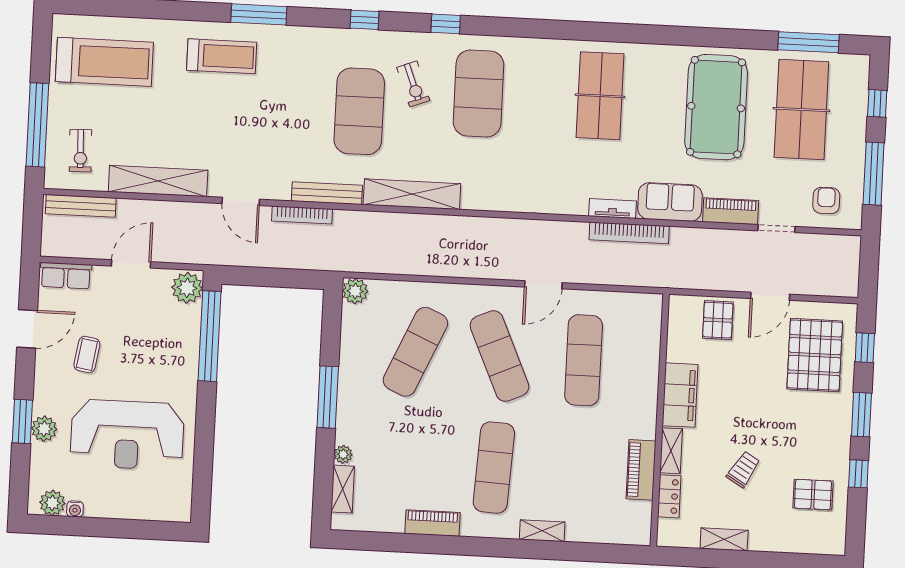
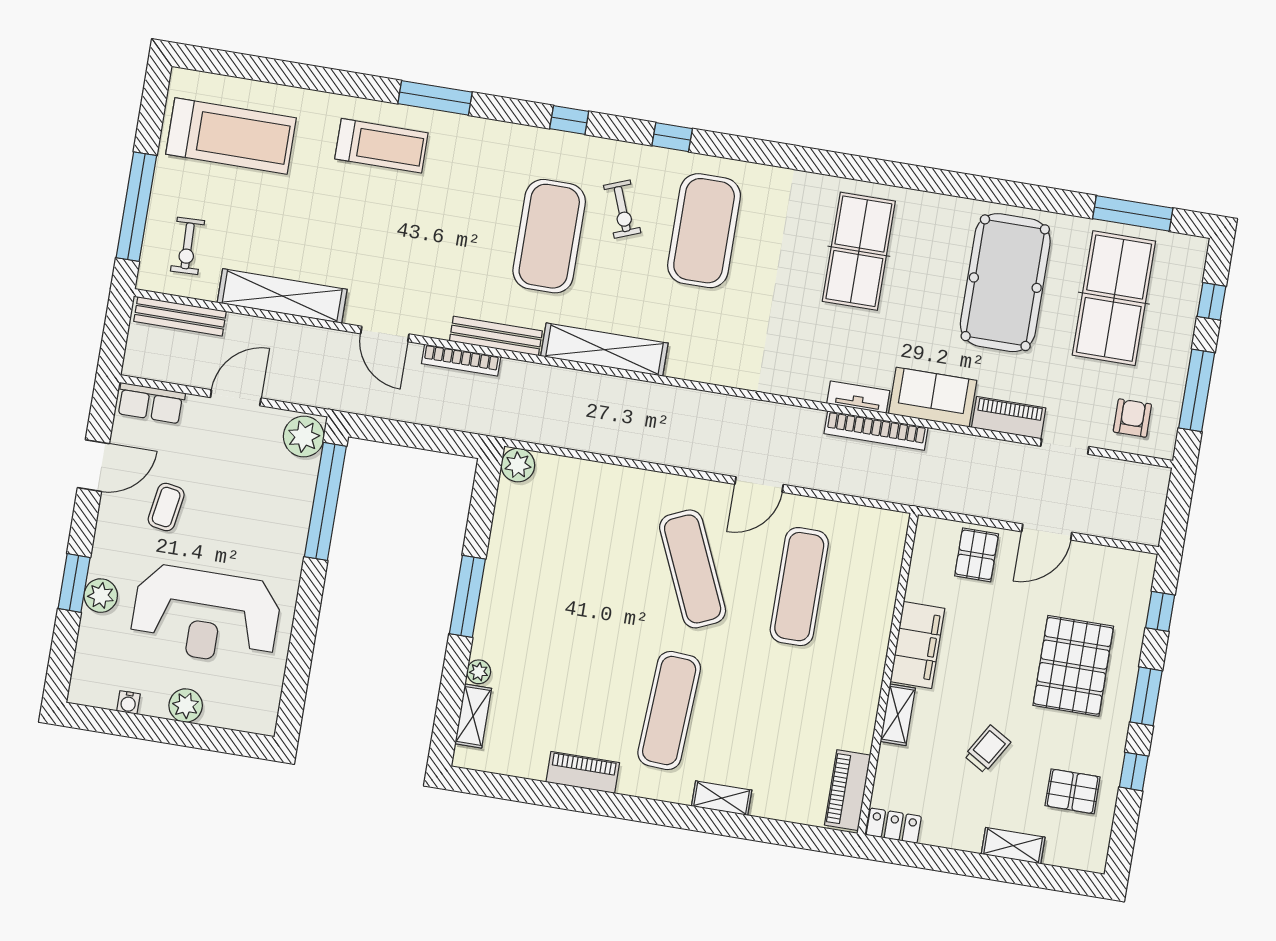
exercise mat: (415, 352) -> (586, 551), removed
pallet: (815, 355) -> (1073, 666), moved
piano: (641, 470) -> (848, 790), moved
locker: (669, 496) -> (894, 826), moved, turned -90
plant: (52, 503) -> (186, 705), moved
shelving: (724, 539) -> (1013, 846), moved

